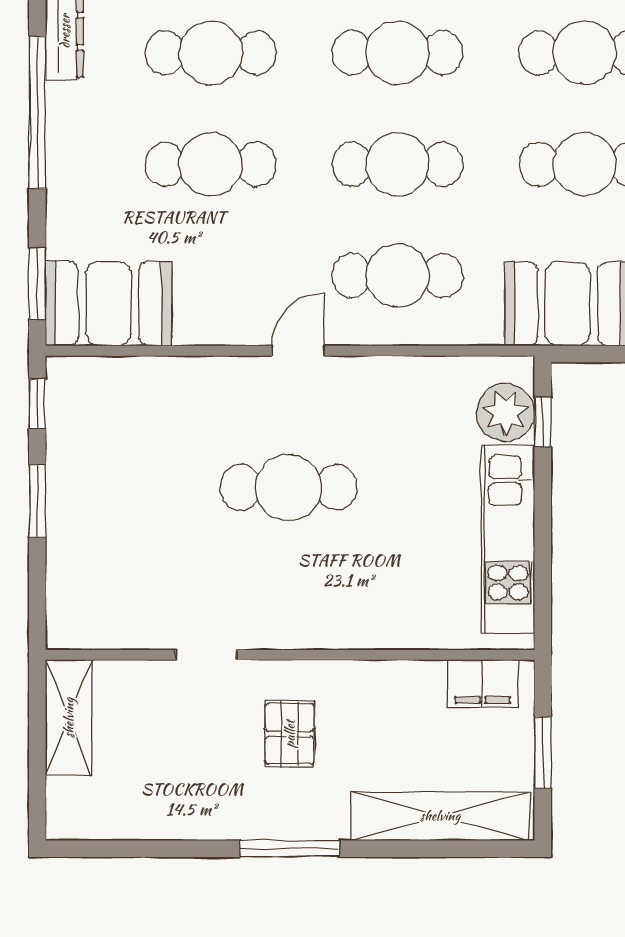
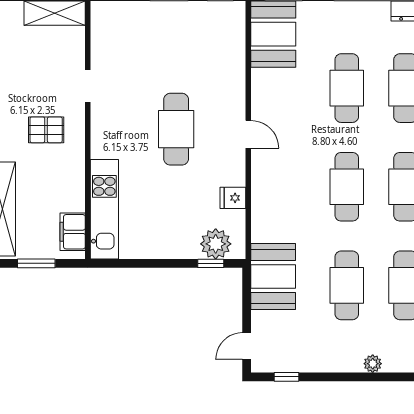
cafe table: (397, 275) -> (288, 187), removed
fridge: (419, 380) -> (233, 198), added
kitchen unit: (508, 539) -> (104, 209), moved, turned 90

